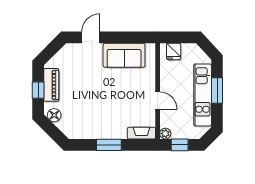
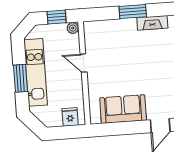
fireplace: (141, 133) -> (152, 23), moved

